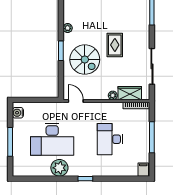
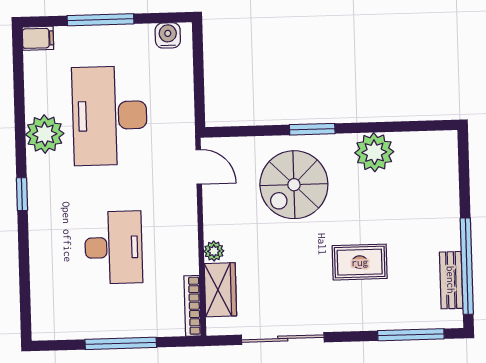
plant: (68, 28) -> (374, 152), width x1.88, depth x1.88
rug: (115, 45) -> (360, 262), moved
door: (76, 101) -> (199, 167), hinge flipped
desk: (110, 139) -> (114, 247), turned 90
filing cabinet: (143, 170) -> (38, 38), moved

